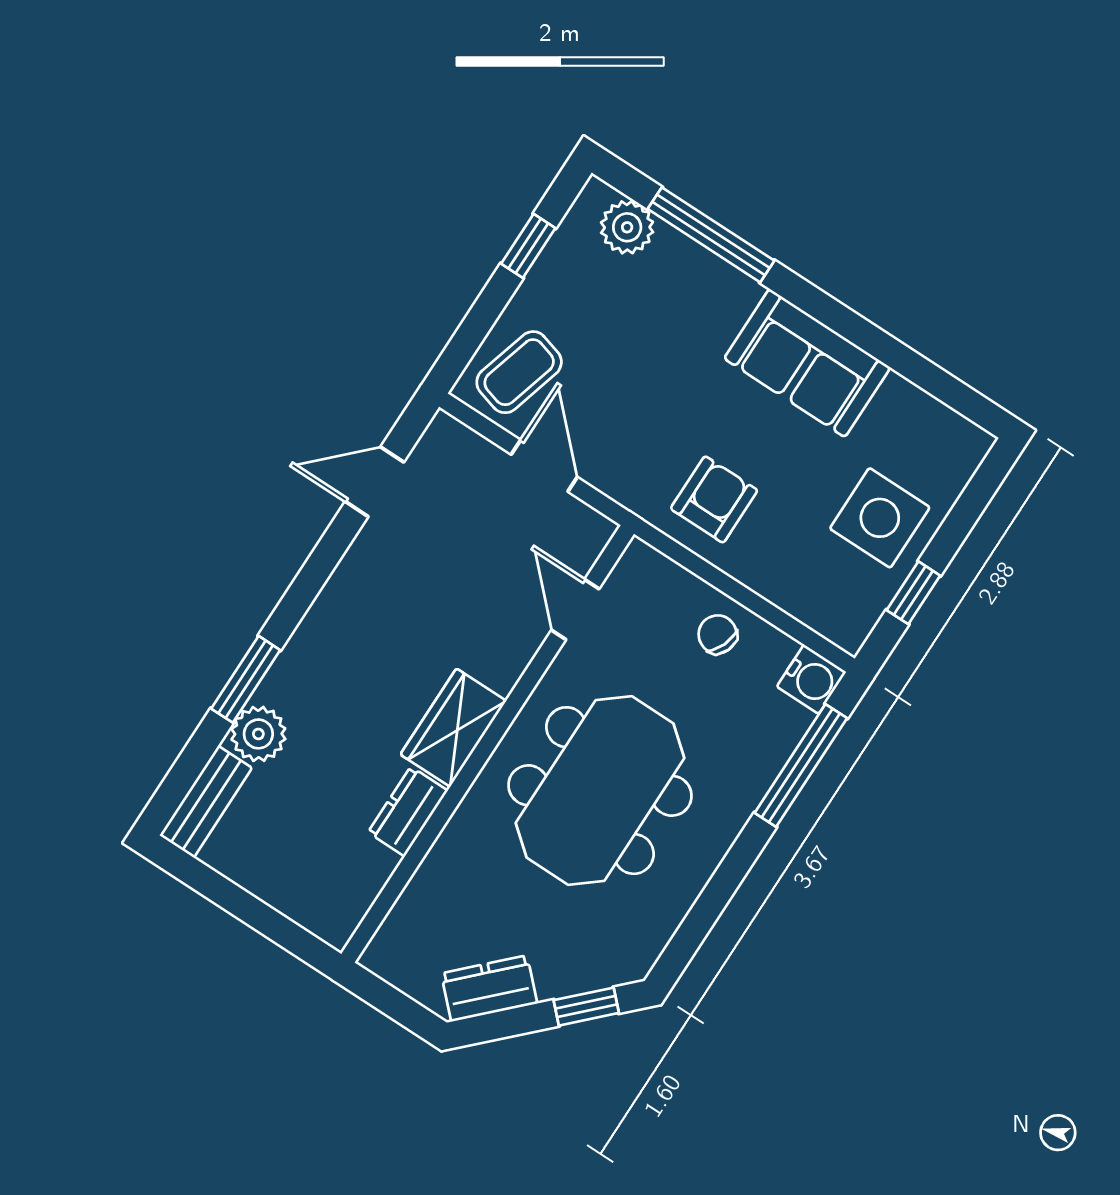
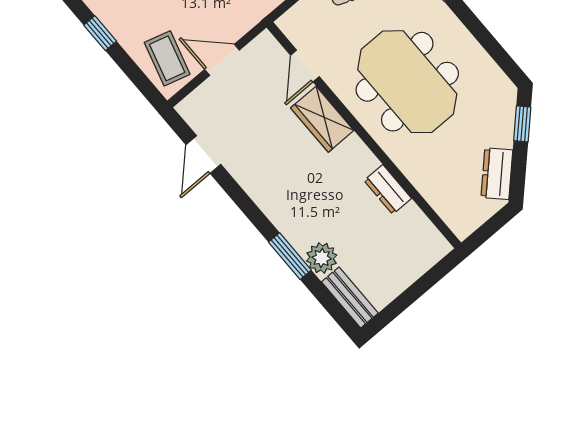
door: (575, 609) -> (305, 66), hinge flipped
wardrobe: (453, 728) -> (322, 119), moved

